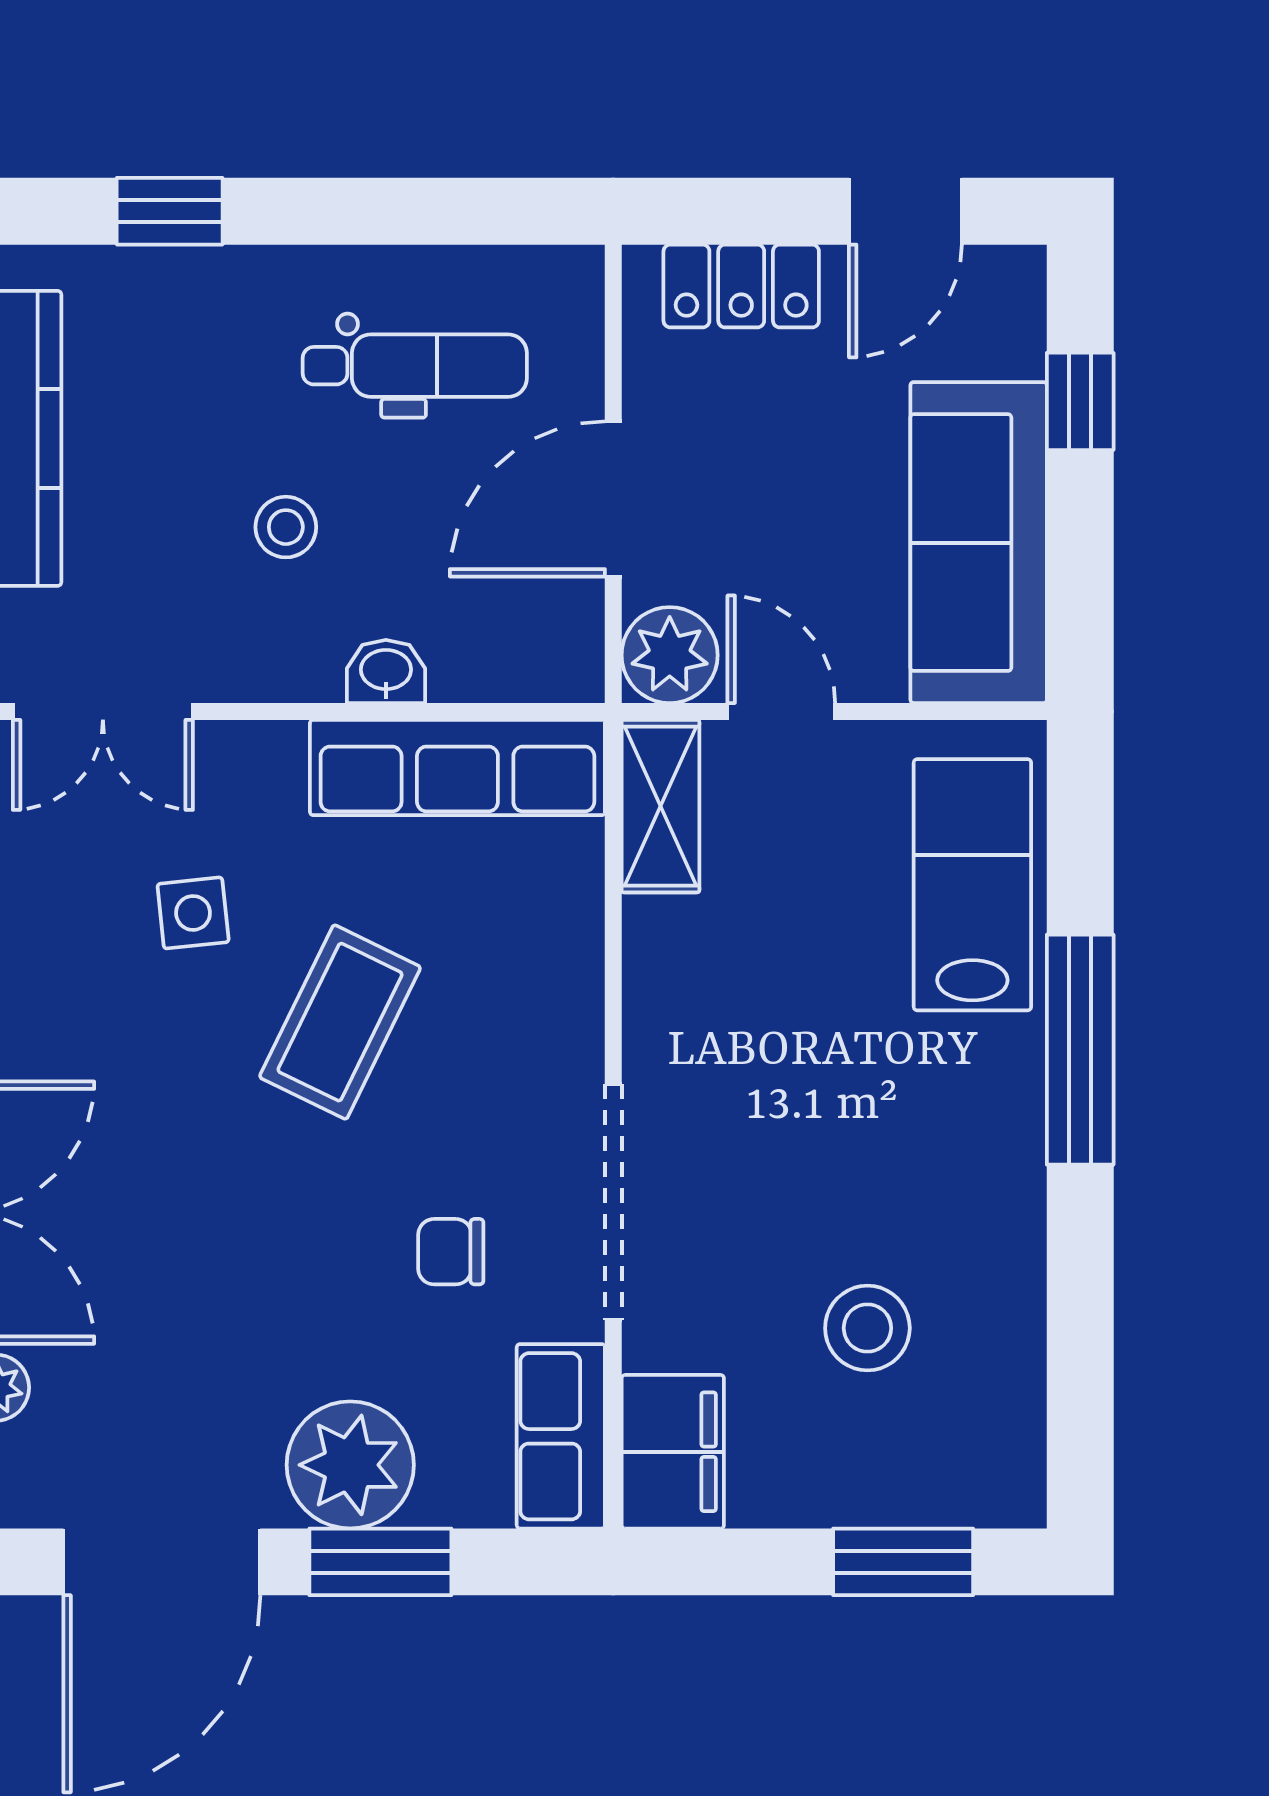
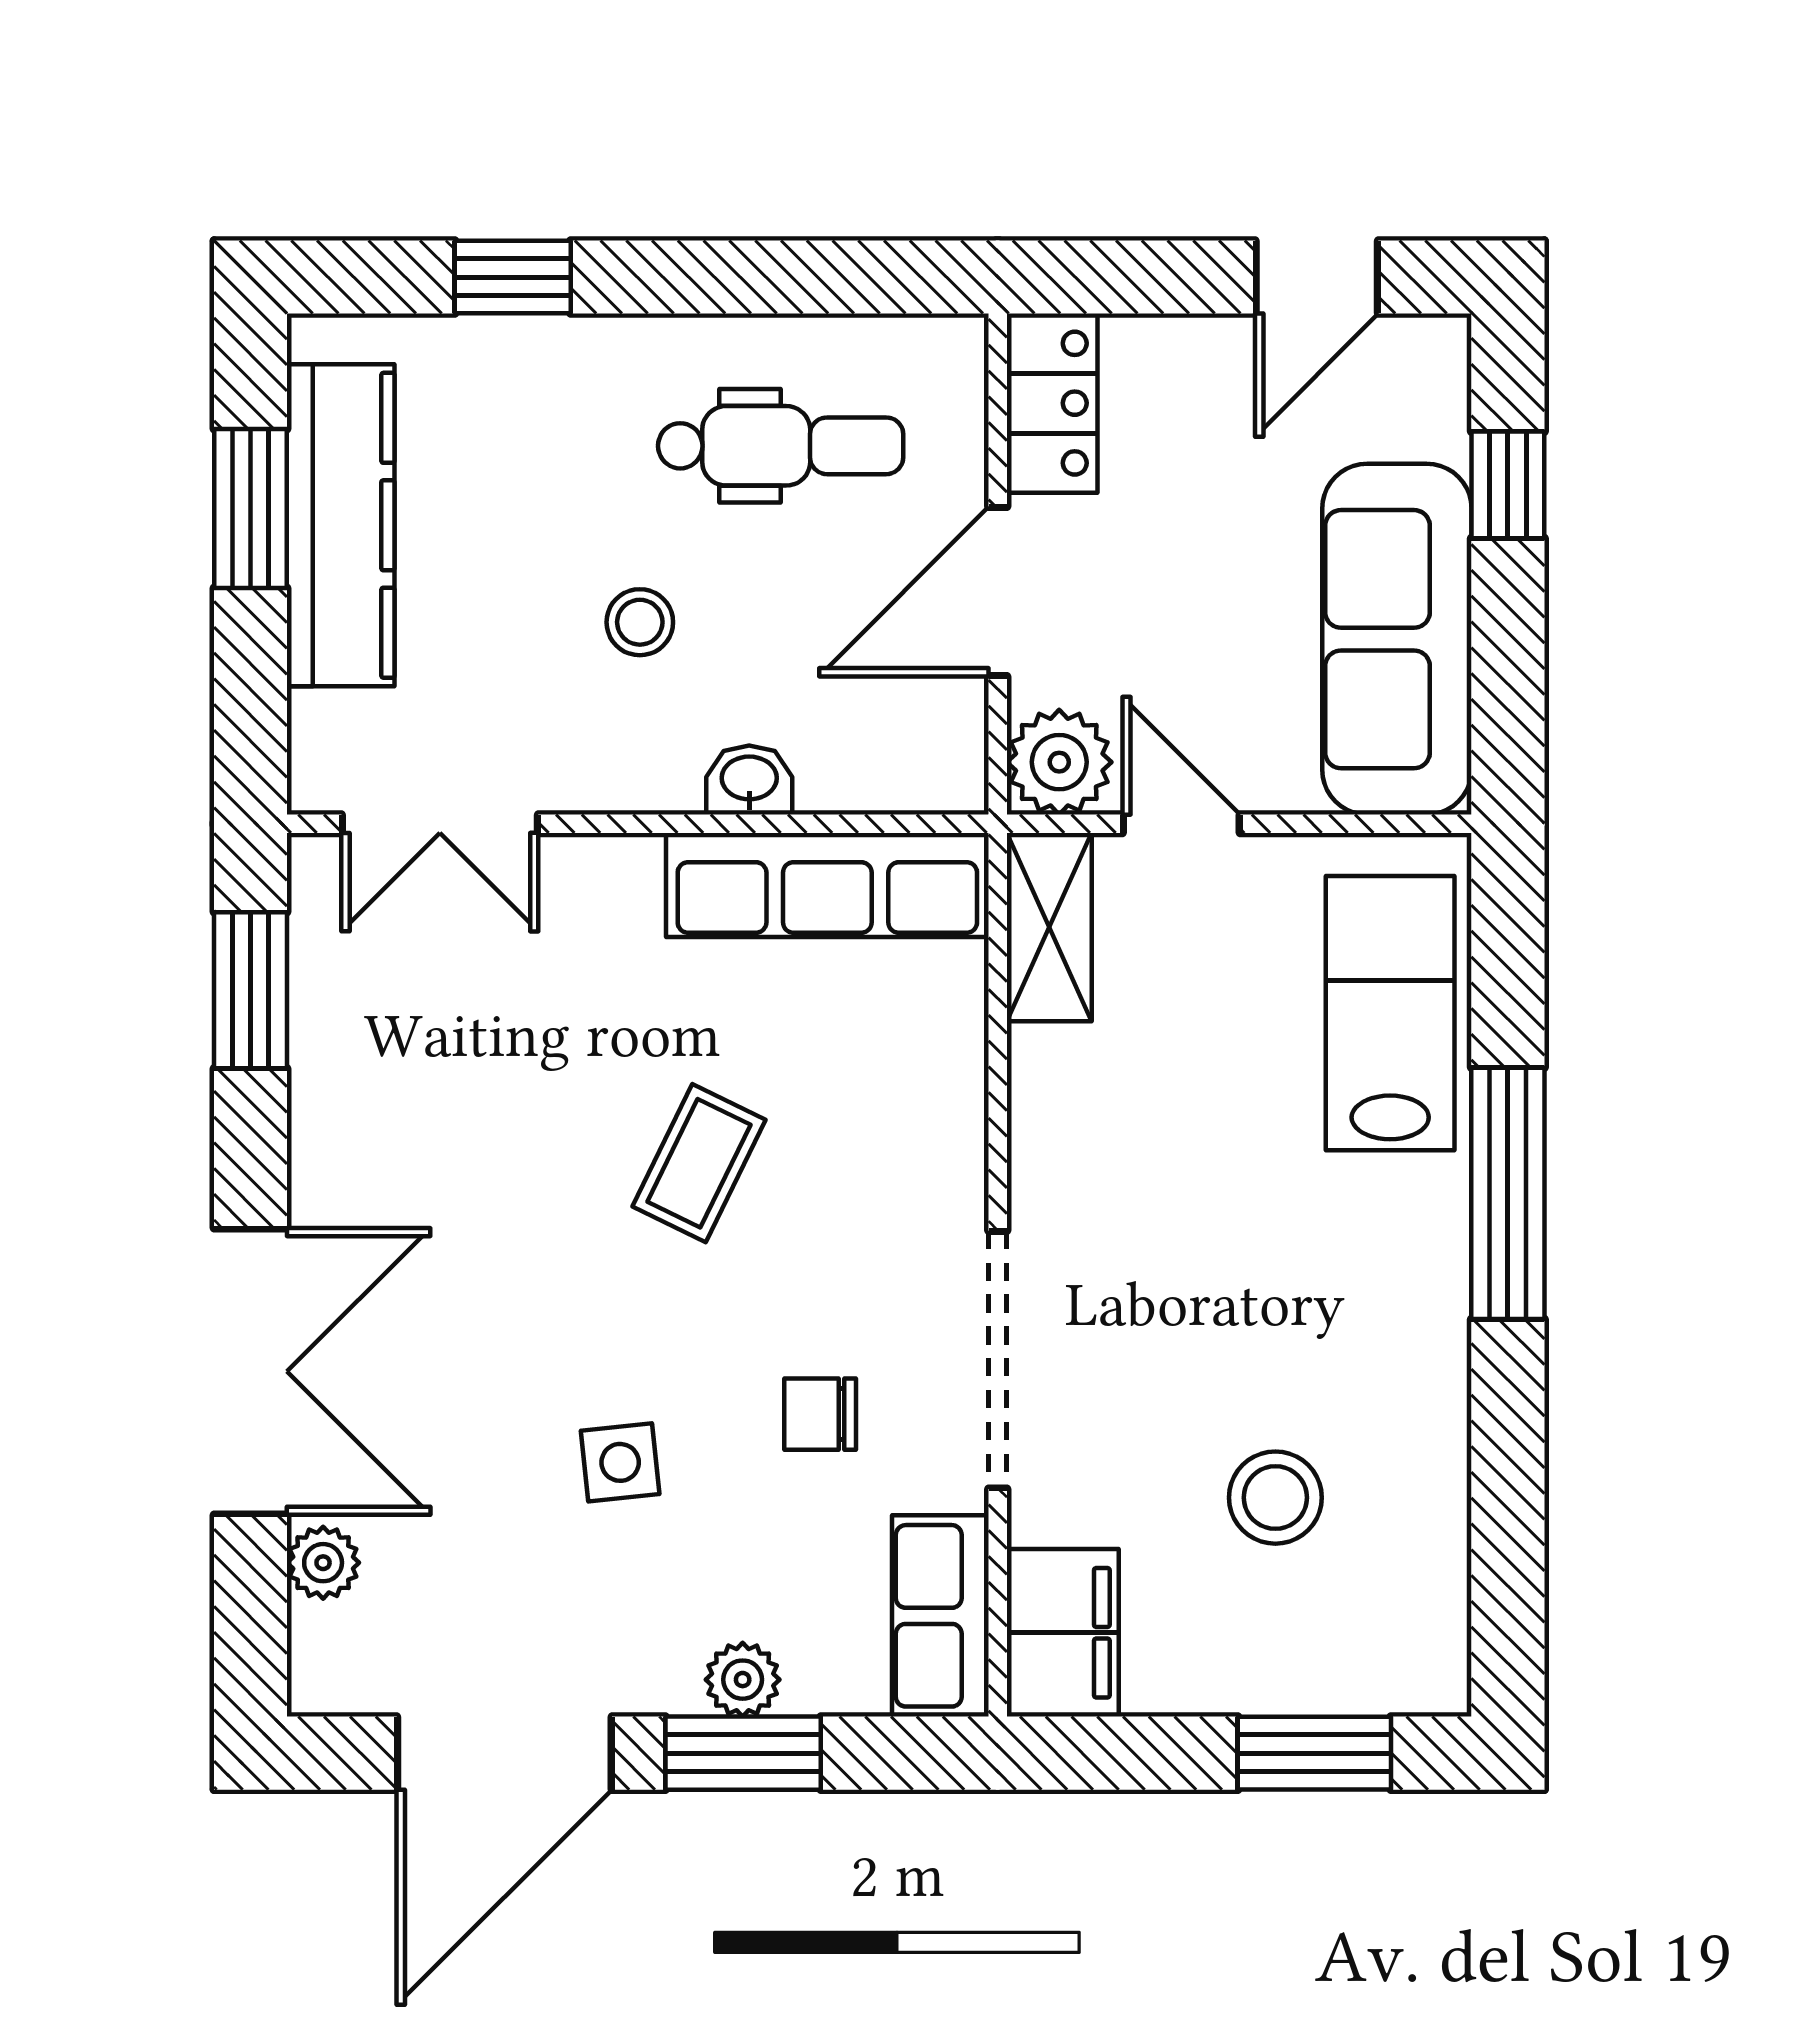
locker: (741, 286) -> (1052, 403), moved, turned -90
side table: (193, 913) -> (620, 1462), moved
coffee table: (340, 1022) -> (699, 1163), width x0.73, depth x0.77
plant: (350, 1465) -> (743, 1680), width x0.53, depth x0.53

